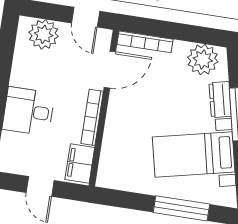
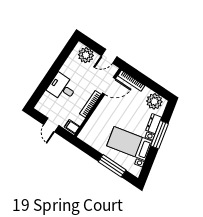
door: (86, 17) -> (109, 56), hinge flipped
filing cabinet: (80, 164) -> (72, 127), width x0.50

